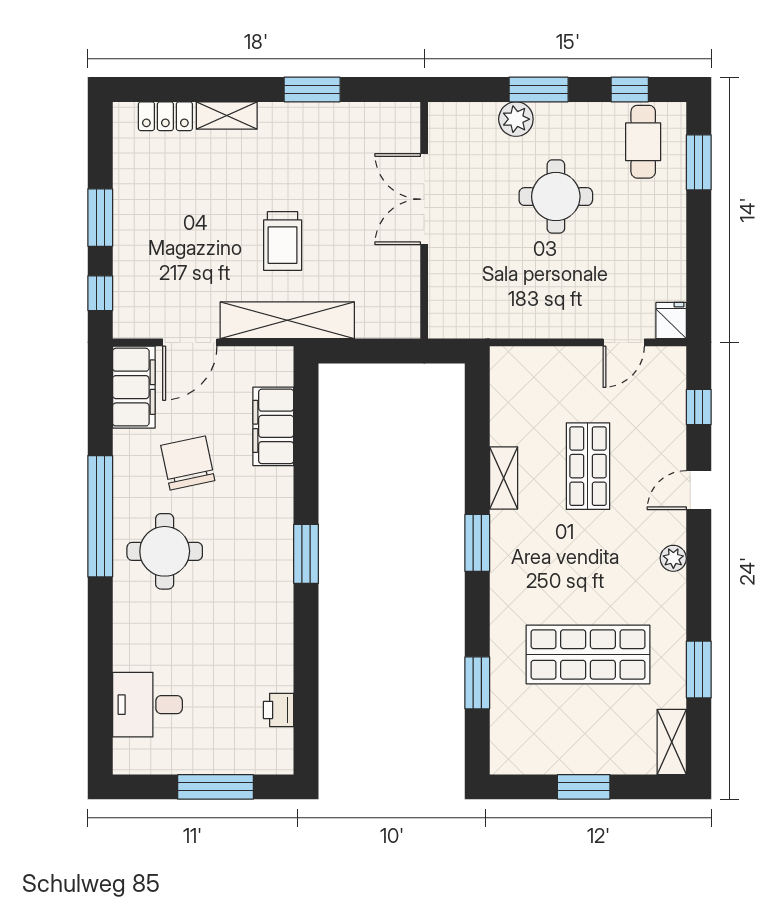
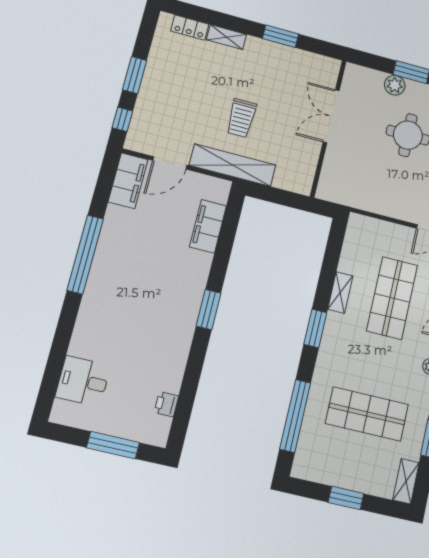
chair: (188, 463) -> (149, 235), removed
shop shelf: (588, 466) -> (392, 298), width x1.43, depth x1.36
round table: (165, 551) -> (120, 286), removed
window: (477, 683) -> (295, 416), width x2.11

